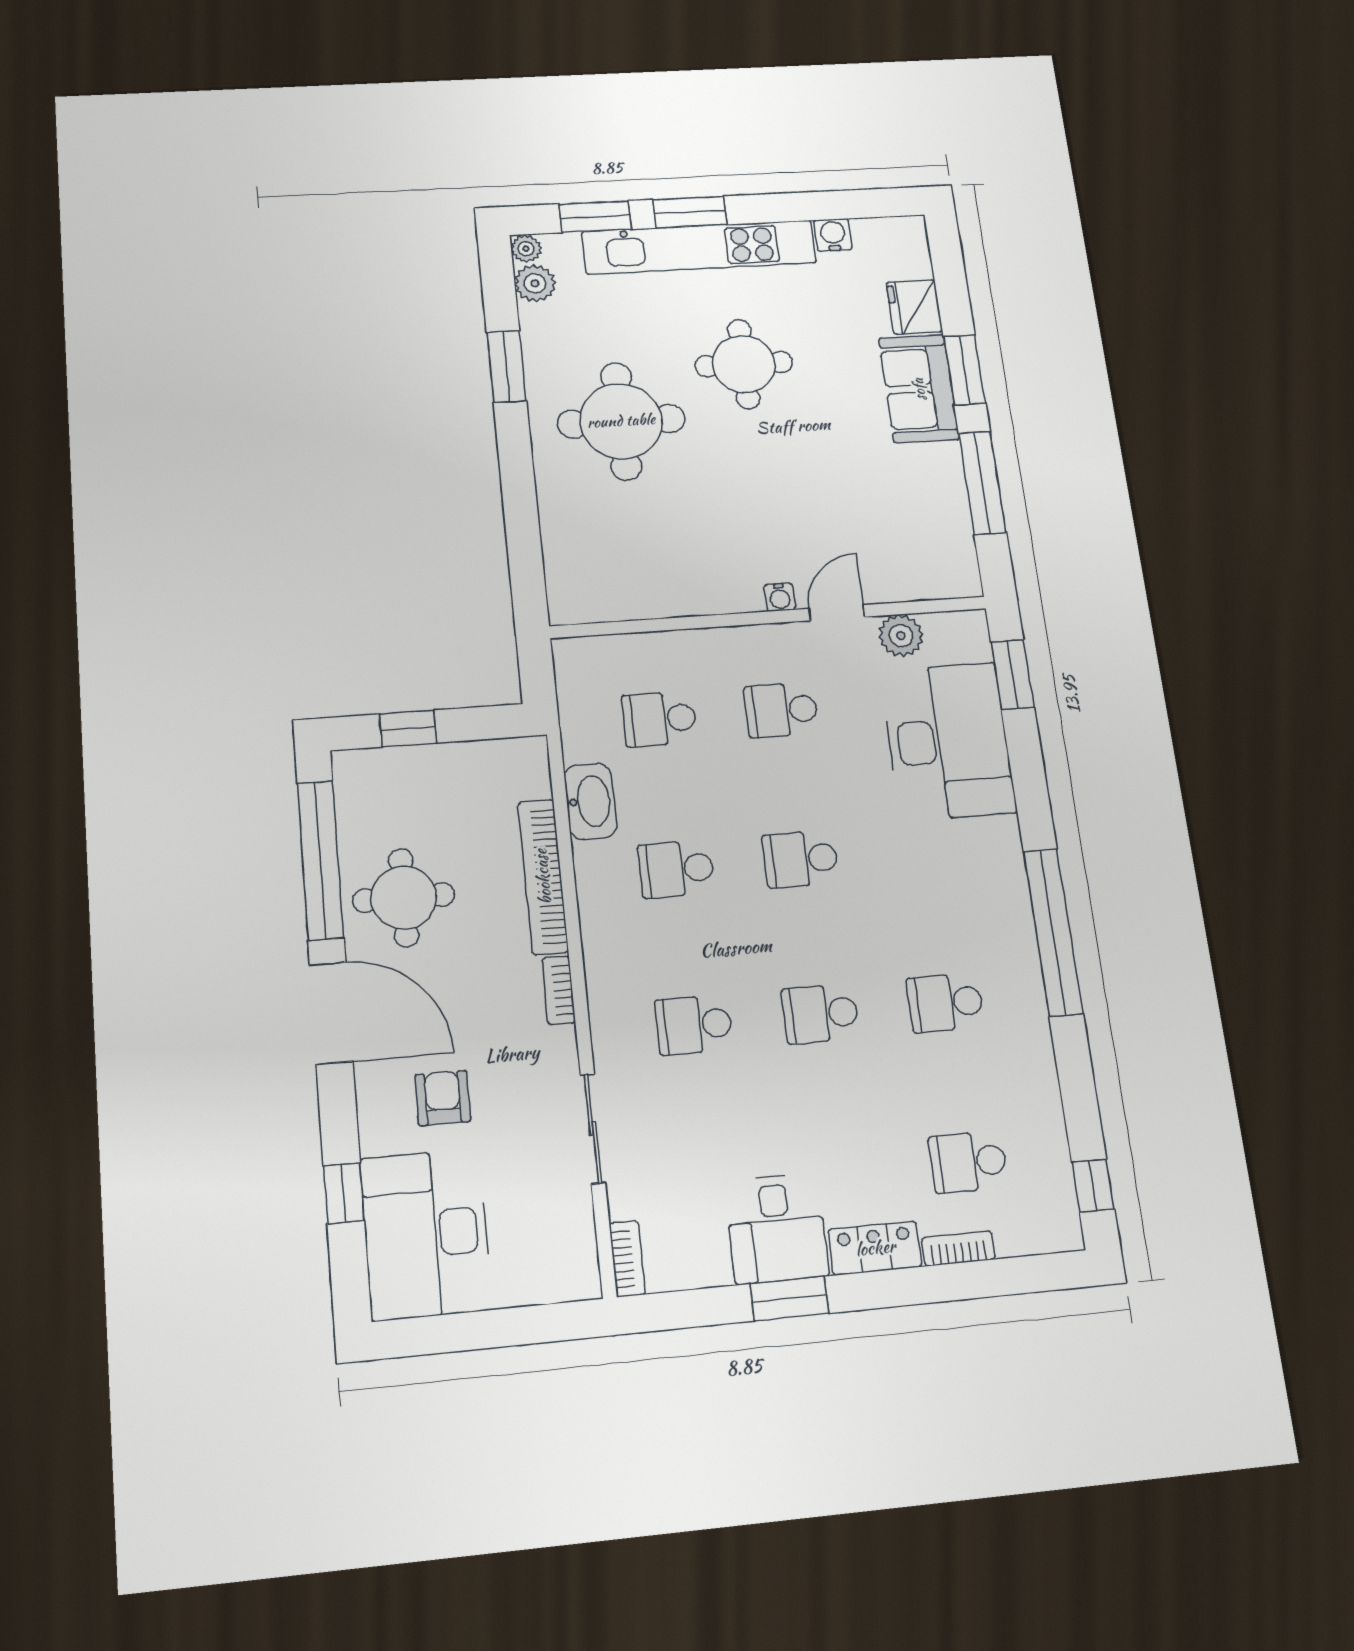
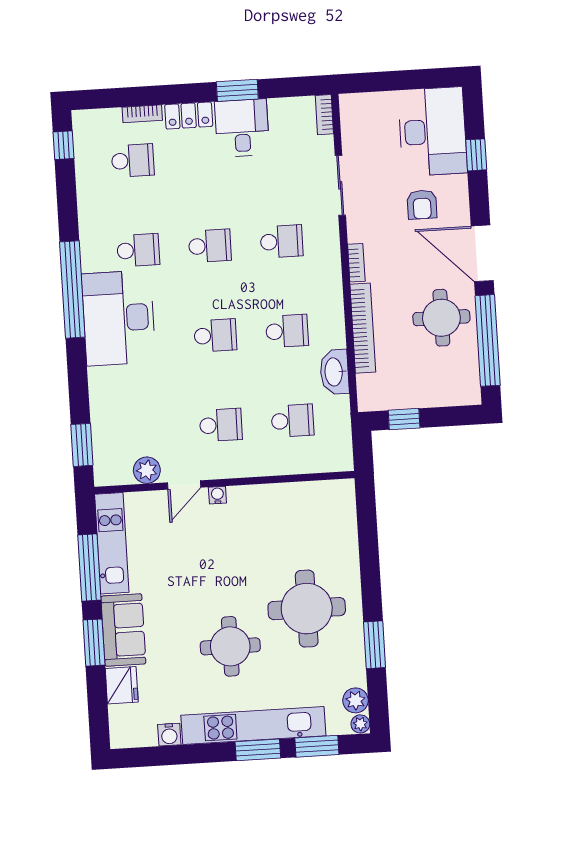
kitchen unit: (949, 520) -> (112, 543), added
window: (408, 728) -> (404, 419), moved
desk: (948, 741) -> (119, 318), moved

